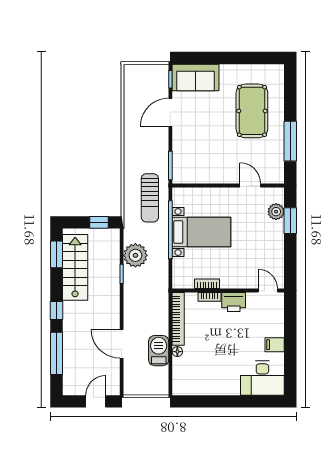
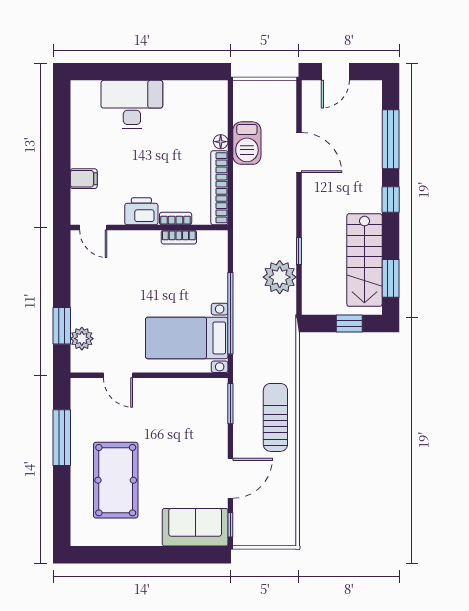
sun lounger: (150, 198) -> (275, 417), moved
window: (99, 222) -> (349, 323), moved
bed with nightstands: (201, 232) -> (187, 338), moved
filing cabinet: (275, 345) -> (84, 179), moved
desk: (262, 378) -> (132, 104), moved

